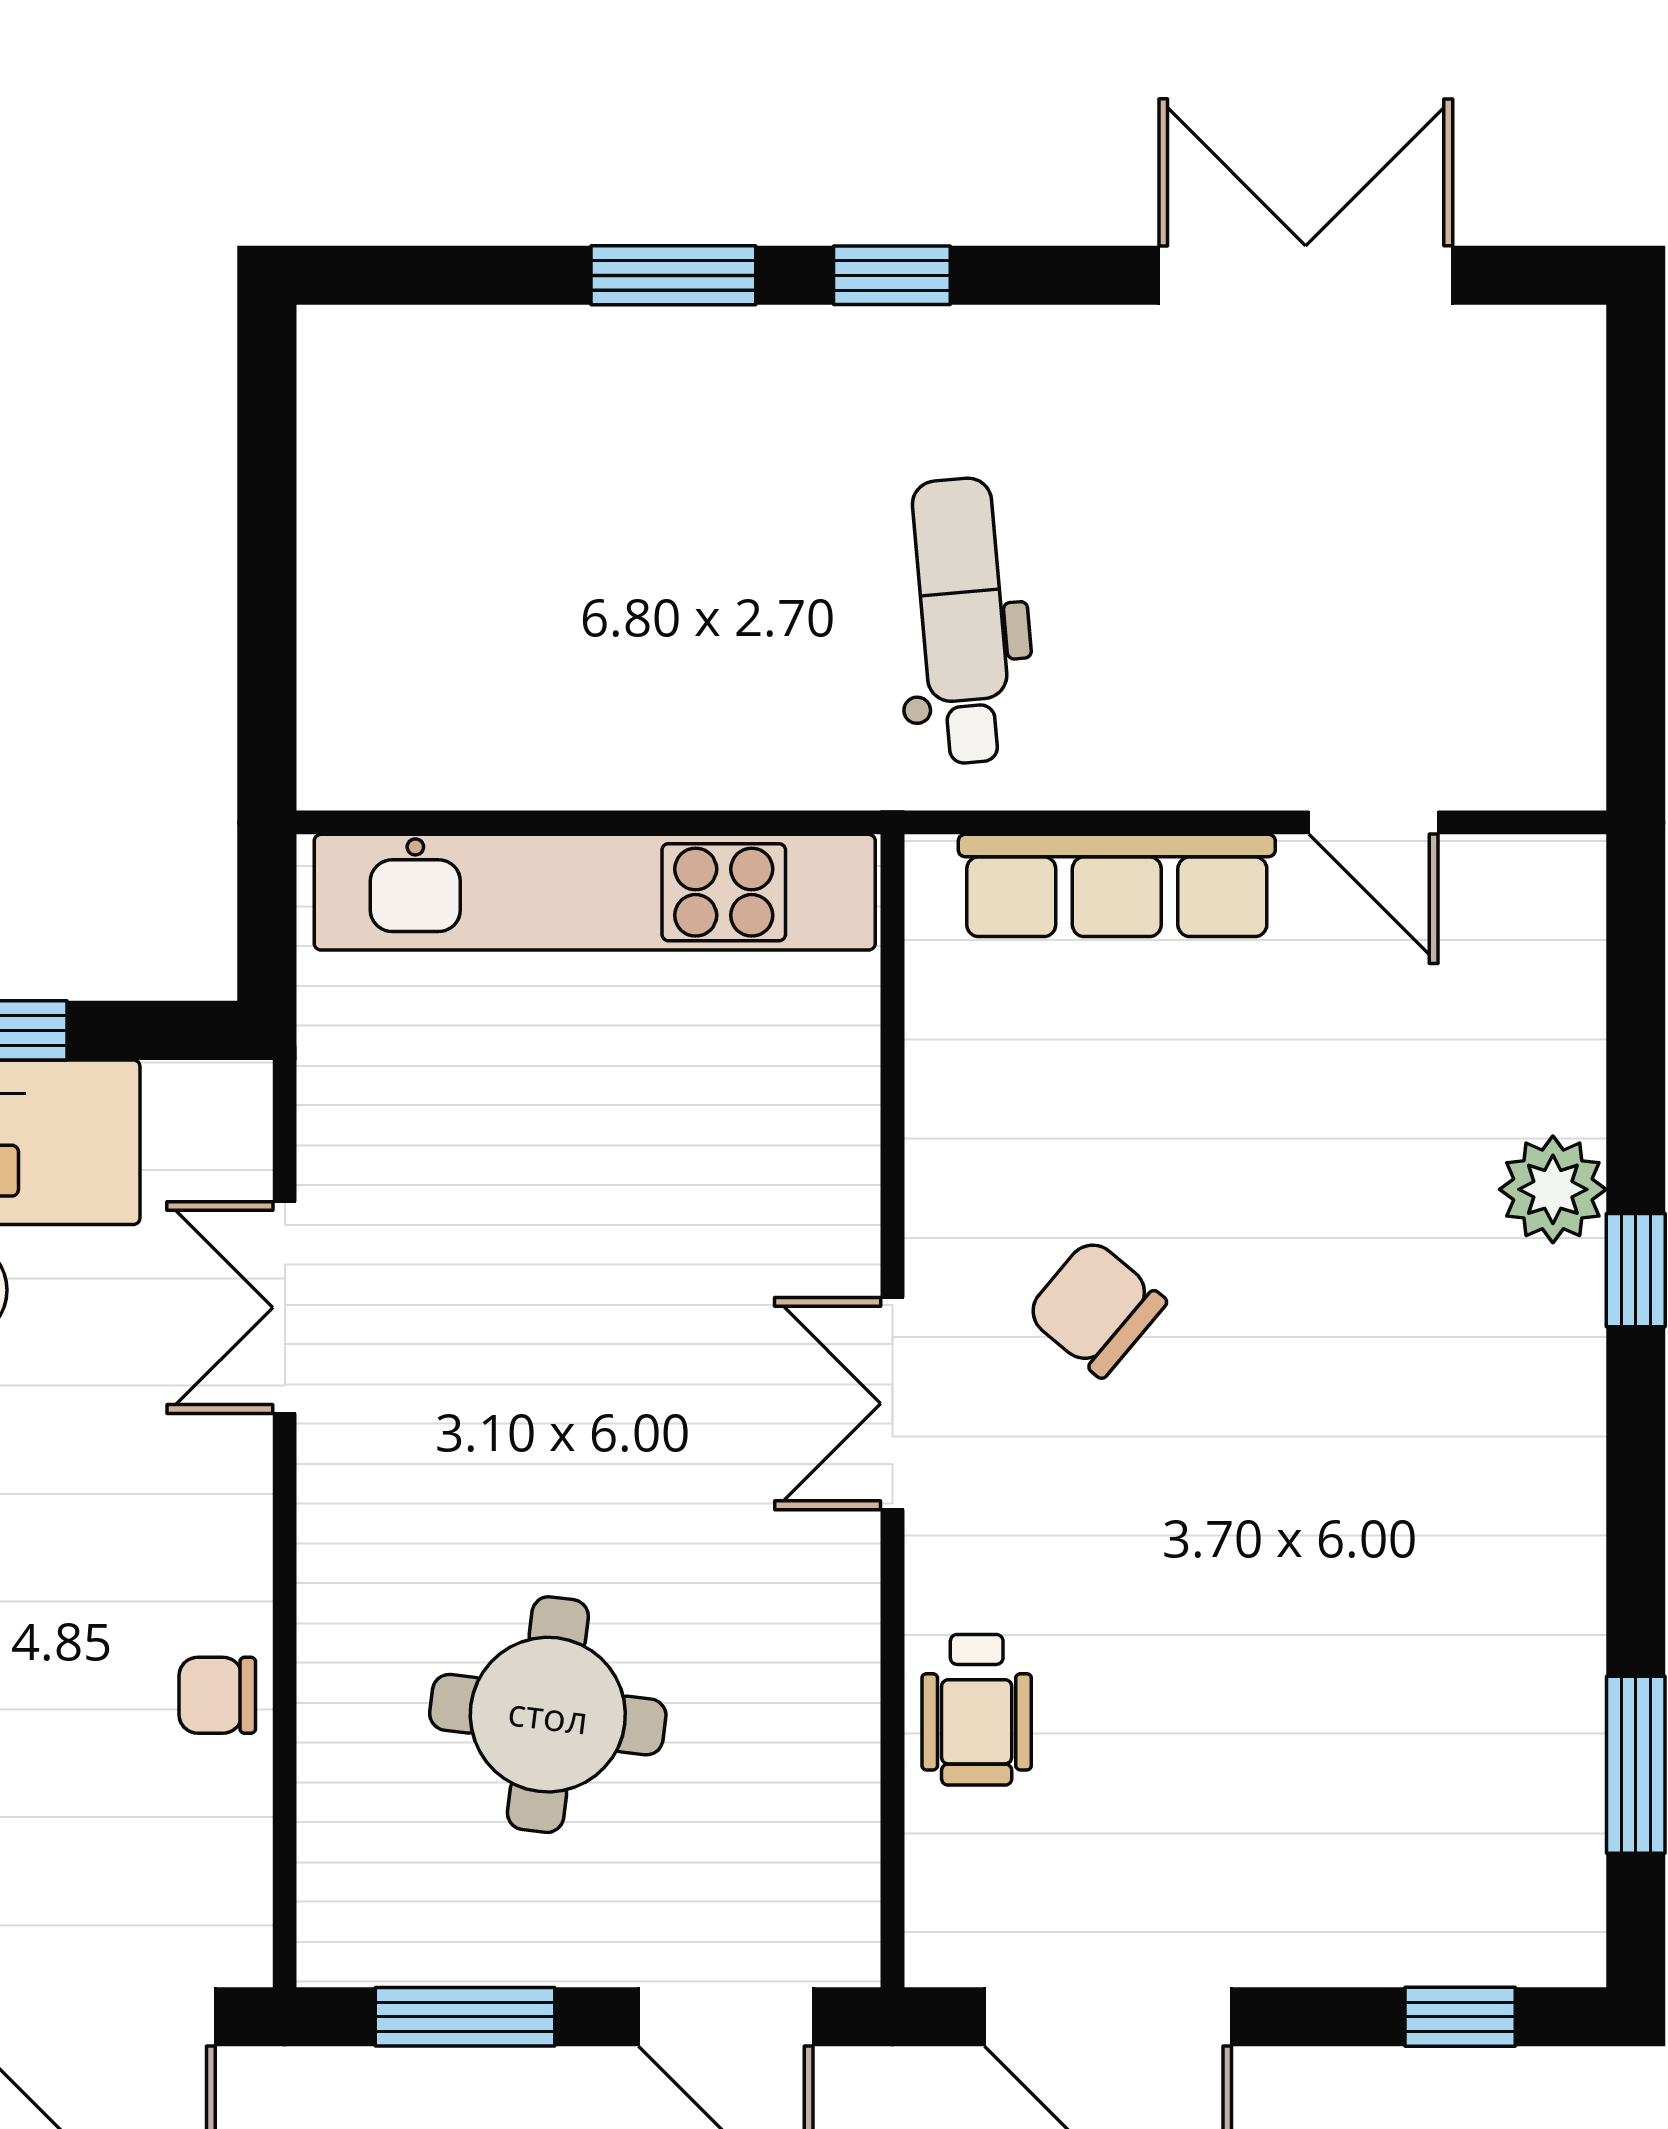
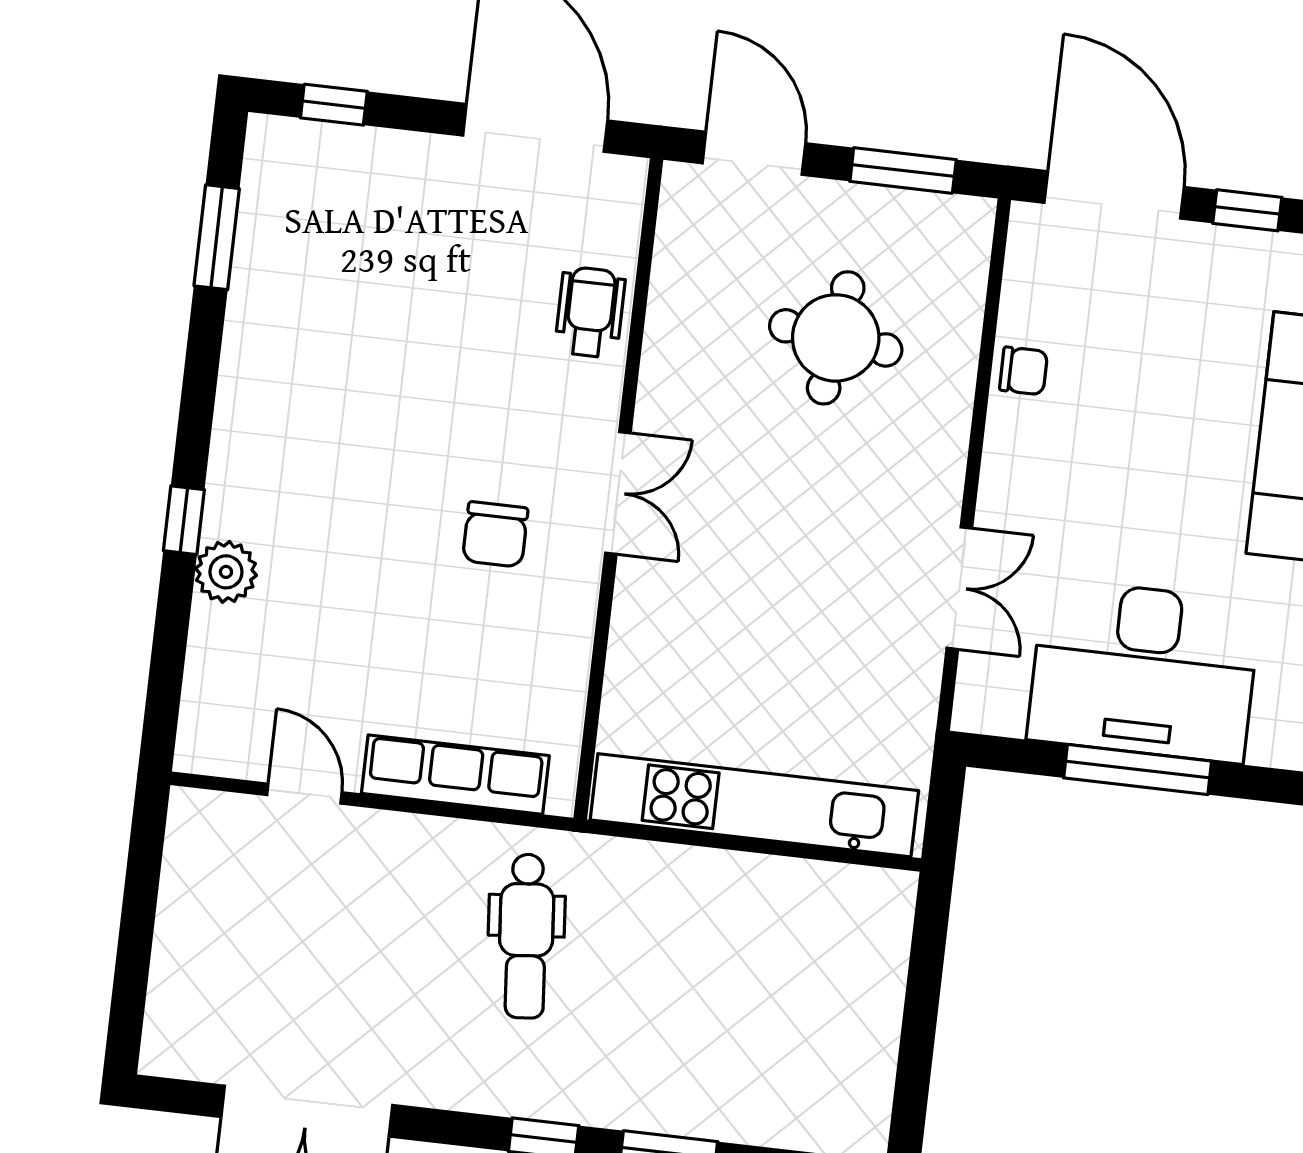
chair: (1096, 1308) -> (495, 534), turned 50

